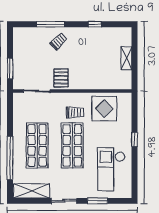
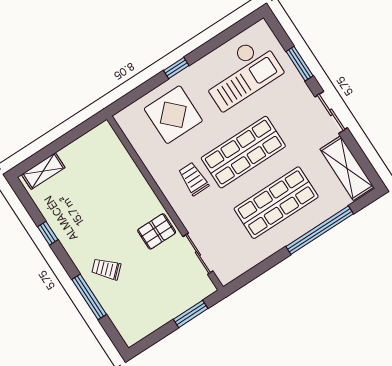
shelving: (126, 58) -> (43, 171), moved
display table: (104, 109) -> (173, 115), moved

